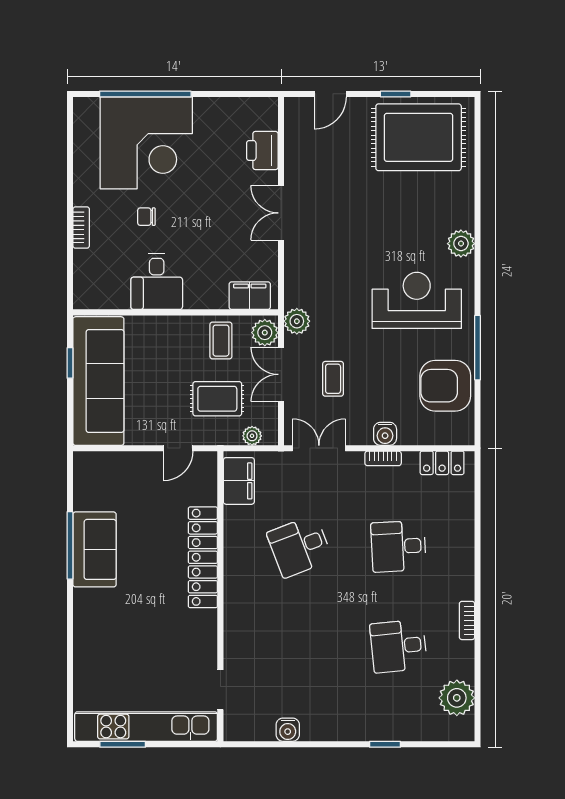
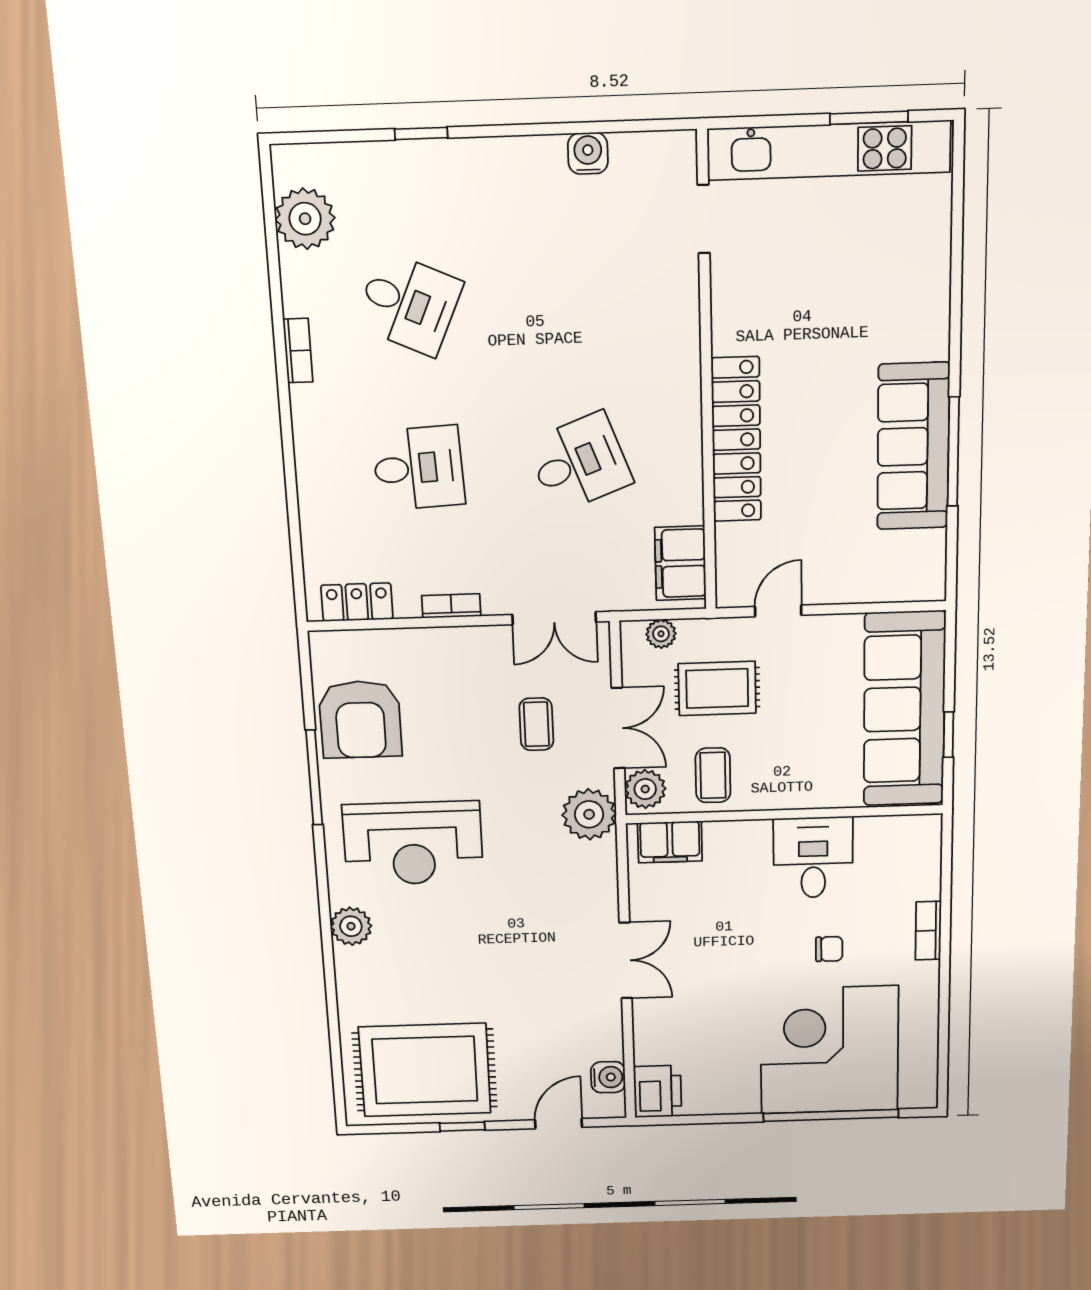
printer: (262, 151) -> (658, 1091), moved
plant: (297, 321) -> (589, 814), width x1.36, depth x1.36
armchair: (445, 386) -> (360, 720), turned 90
water cooler: (385, 434) -> (608, 1077), moved, turned 90
sofa: (95, 549) -> (913, 446), width x1.36
desk: (398, 646) -> (409, 304), turned 30

